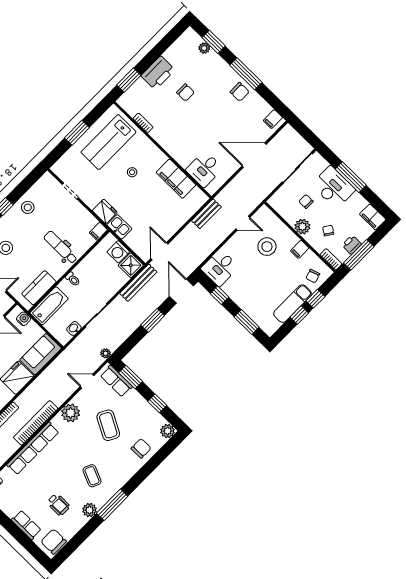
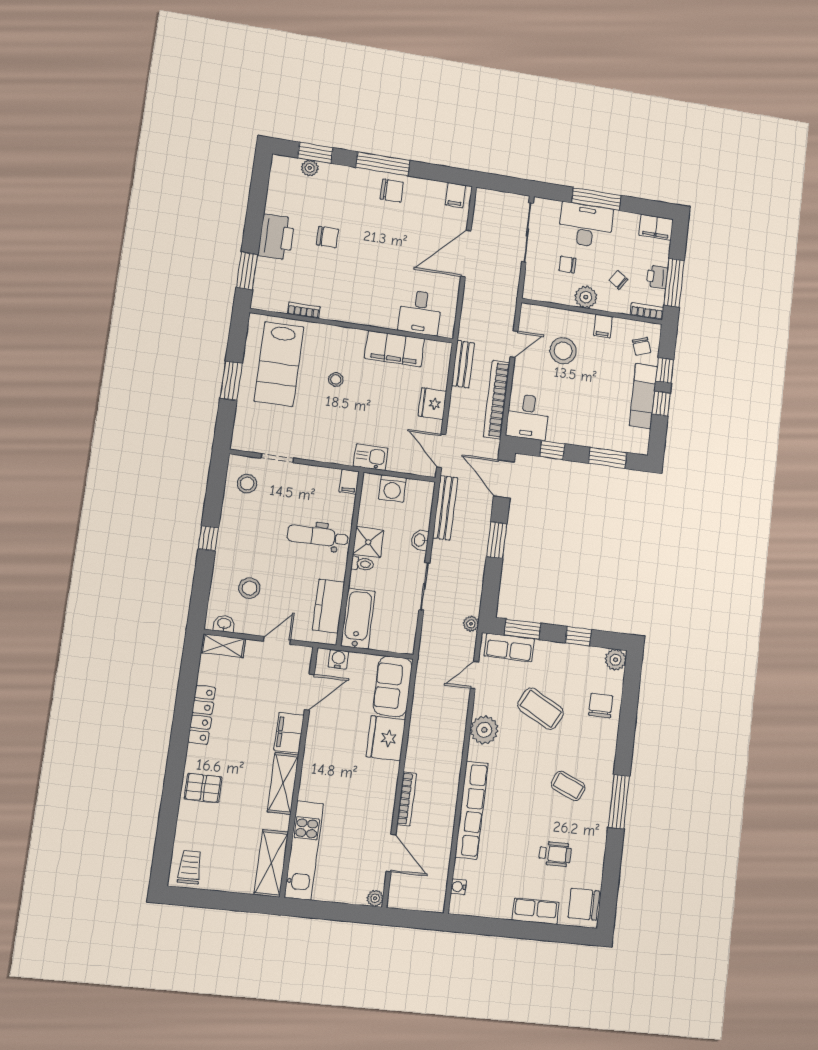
stool: (28, 207) -> (247, 484), moved
fridge: (105, 211) -> (433, 404), moved, turned -90
shower: (131, 265) -> (368, 542), moved
washbasin: (74, 328) -> (420, 540), moved
bookcase: (36, 423) -> (497, 400), moved
plant: (89, 510) -> (597, 830), removed

